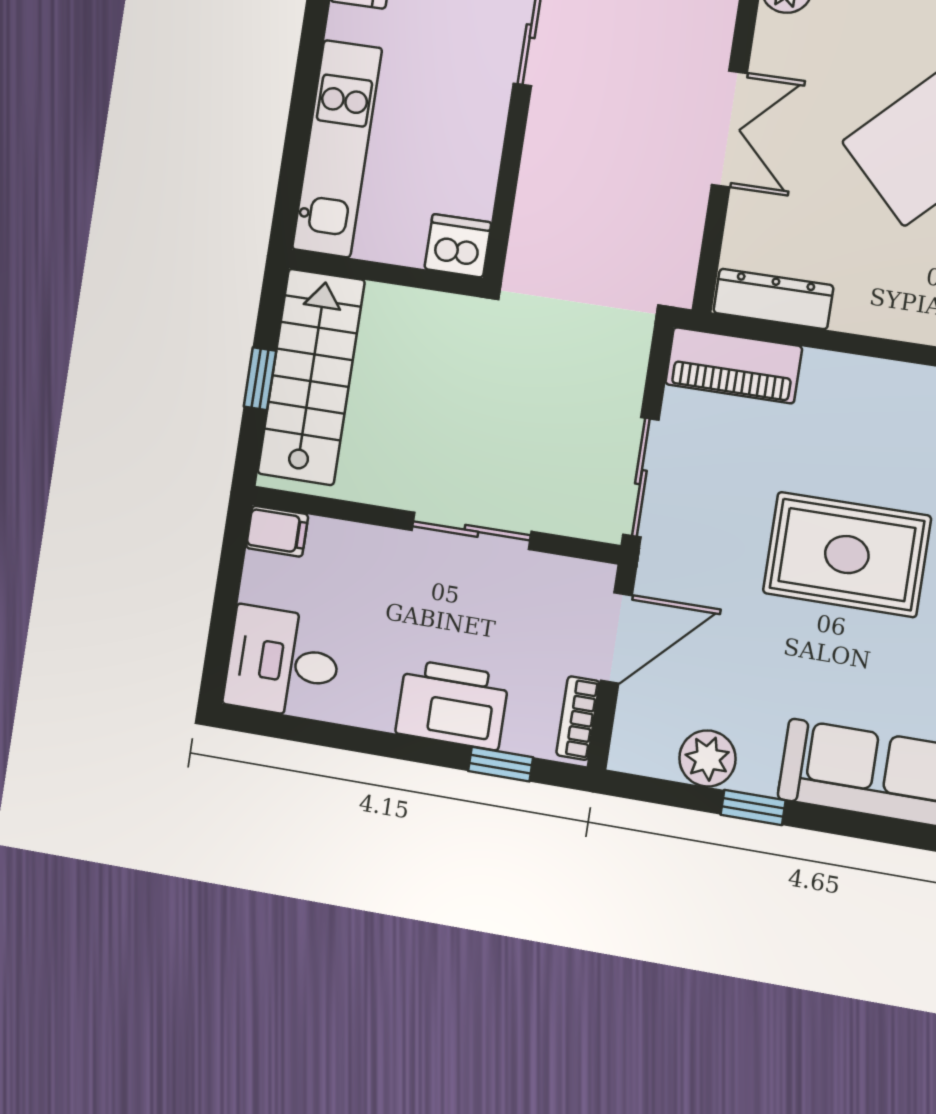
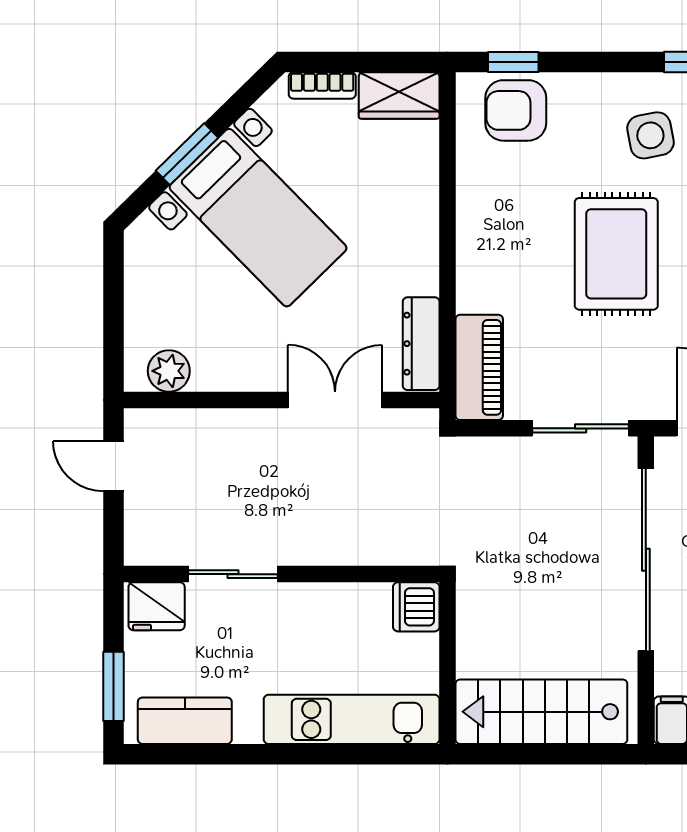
double door: (729, 129) -> (335, 400), moved
window: (260, 379) -> (549, 754), removed
sliding door: (471, 531) -> (646, 560), width x1.86

